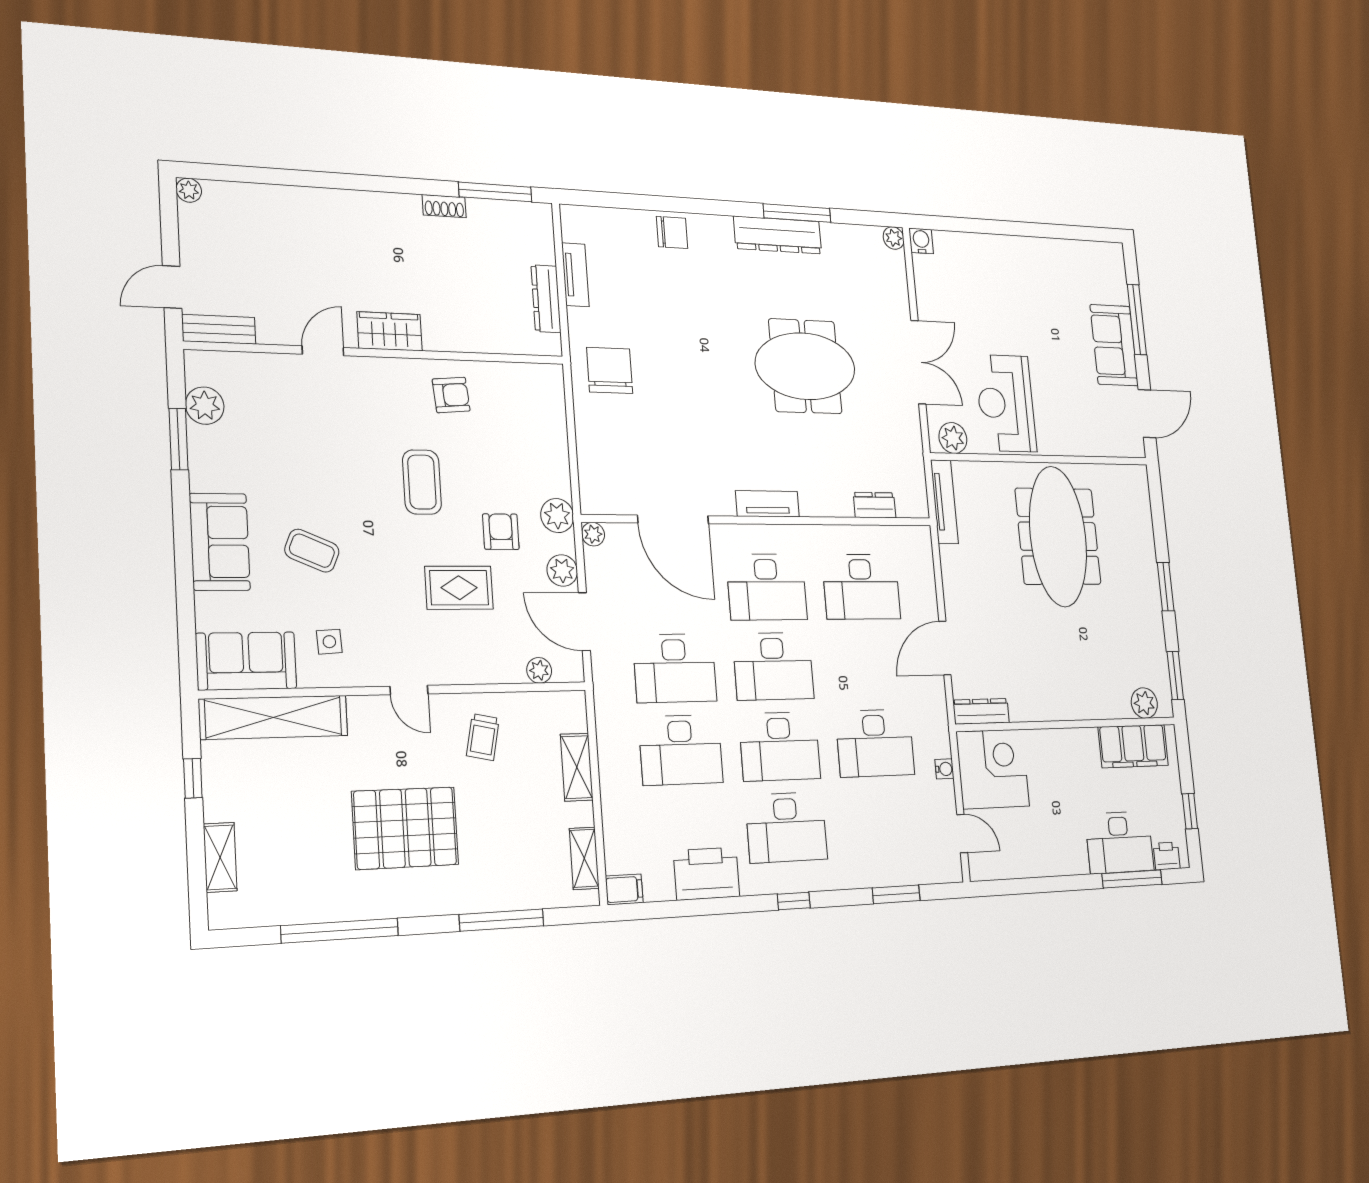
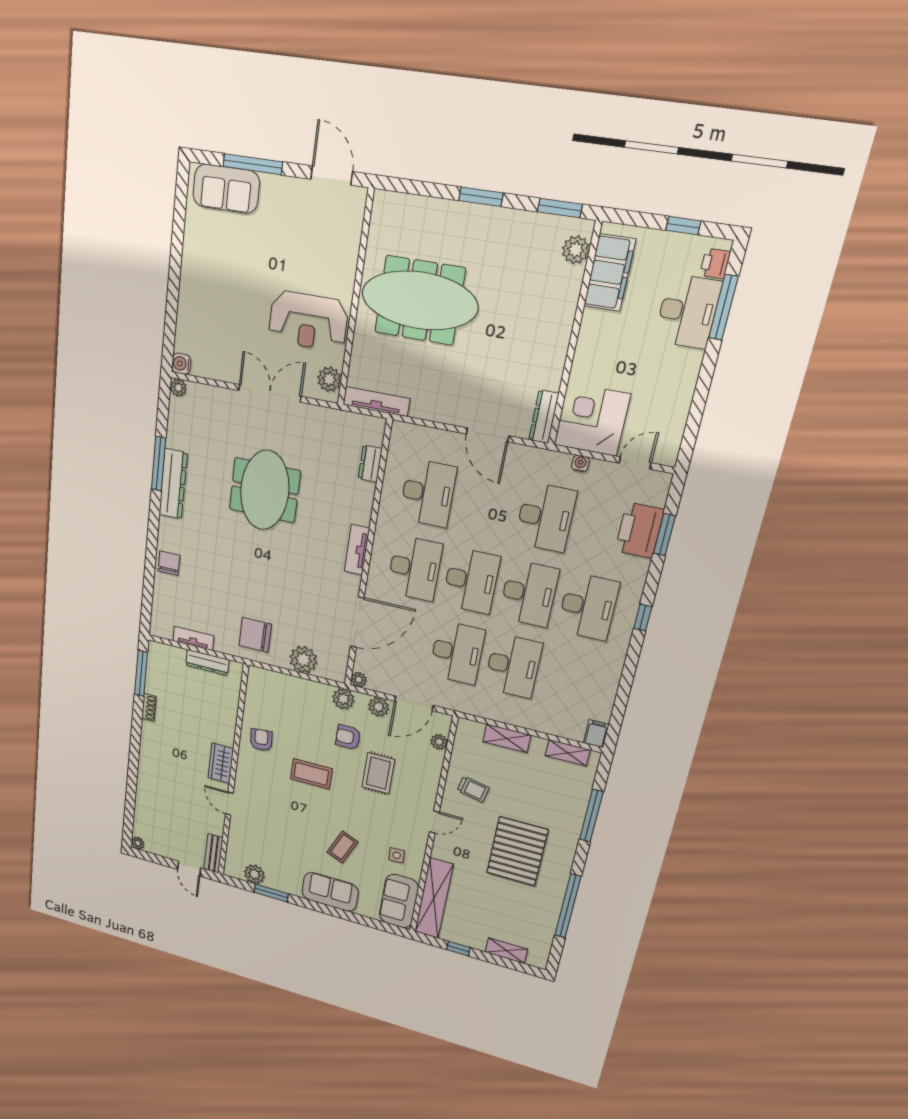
sofa: (1114, 345) -> (226, 189), moved
plant: (596, 447) -> (303, 660), added
printer: (707, 874) -> (639, 530), moved

